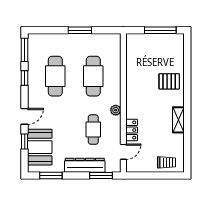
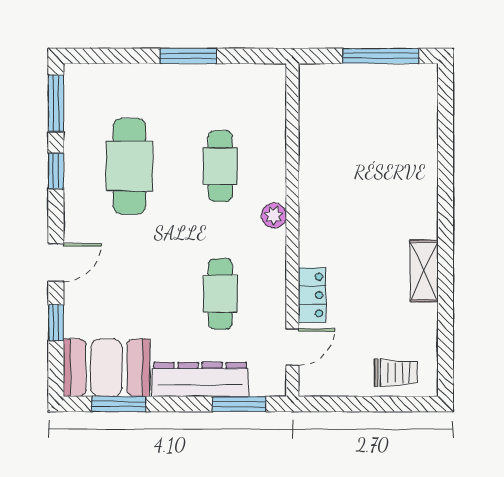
cafe table: (93, 76) -> (220, 166), width x0.73, depth x0.74
pallet: (169, 81) -> (402, 179), removed
plant: (116, 110) -> (274, 215), moved
booth: (40, 147) -> (106, 368), moved, turned 90

